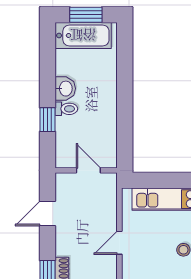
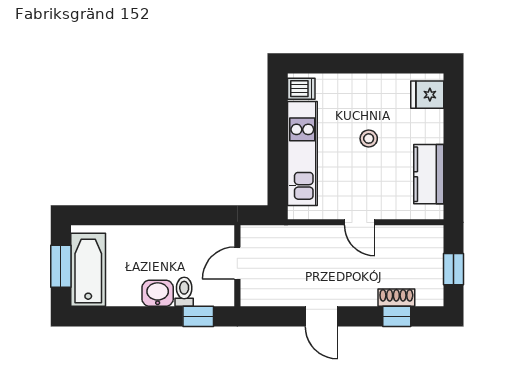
wall: (86, 170) -> (237, 266), moved
door: (88, 170) -> (237, 263), moved

